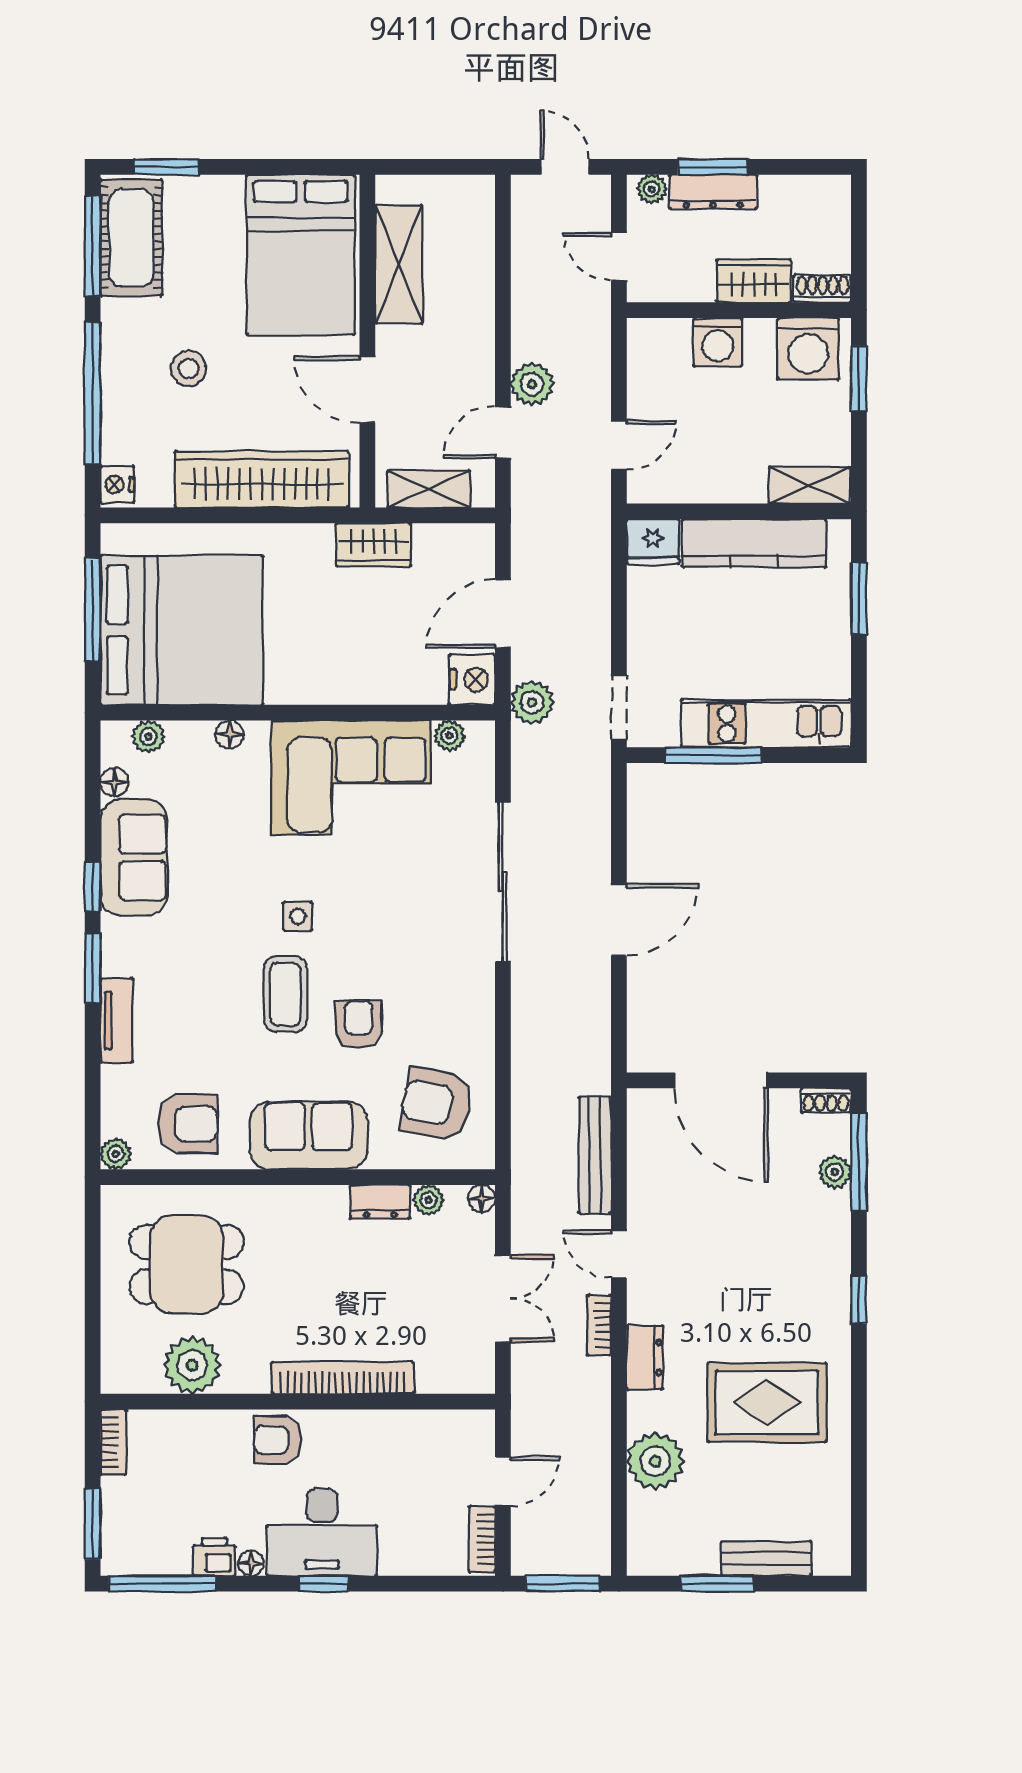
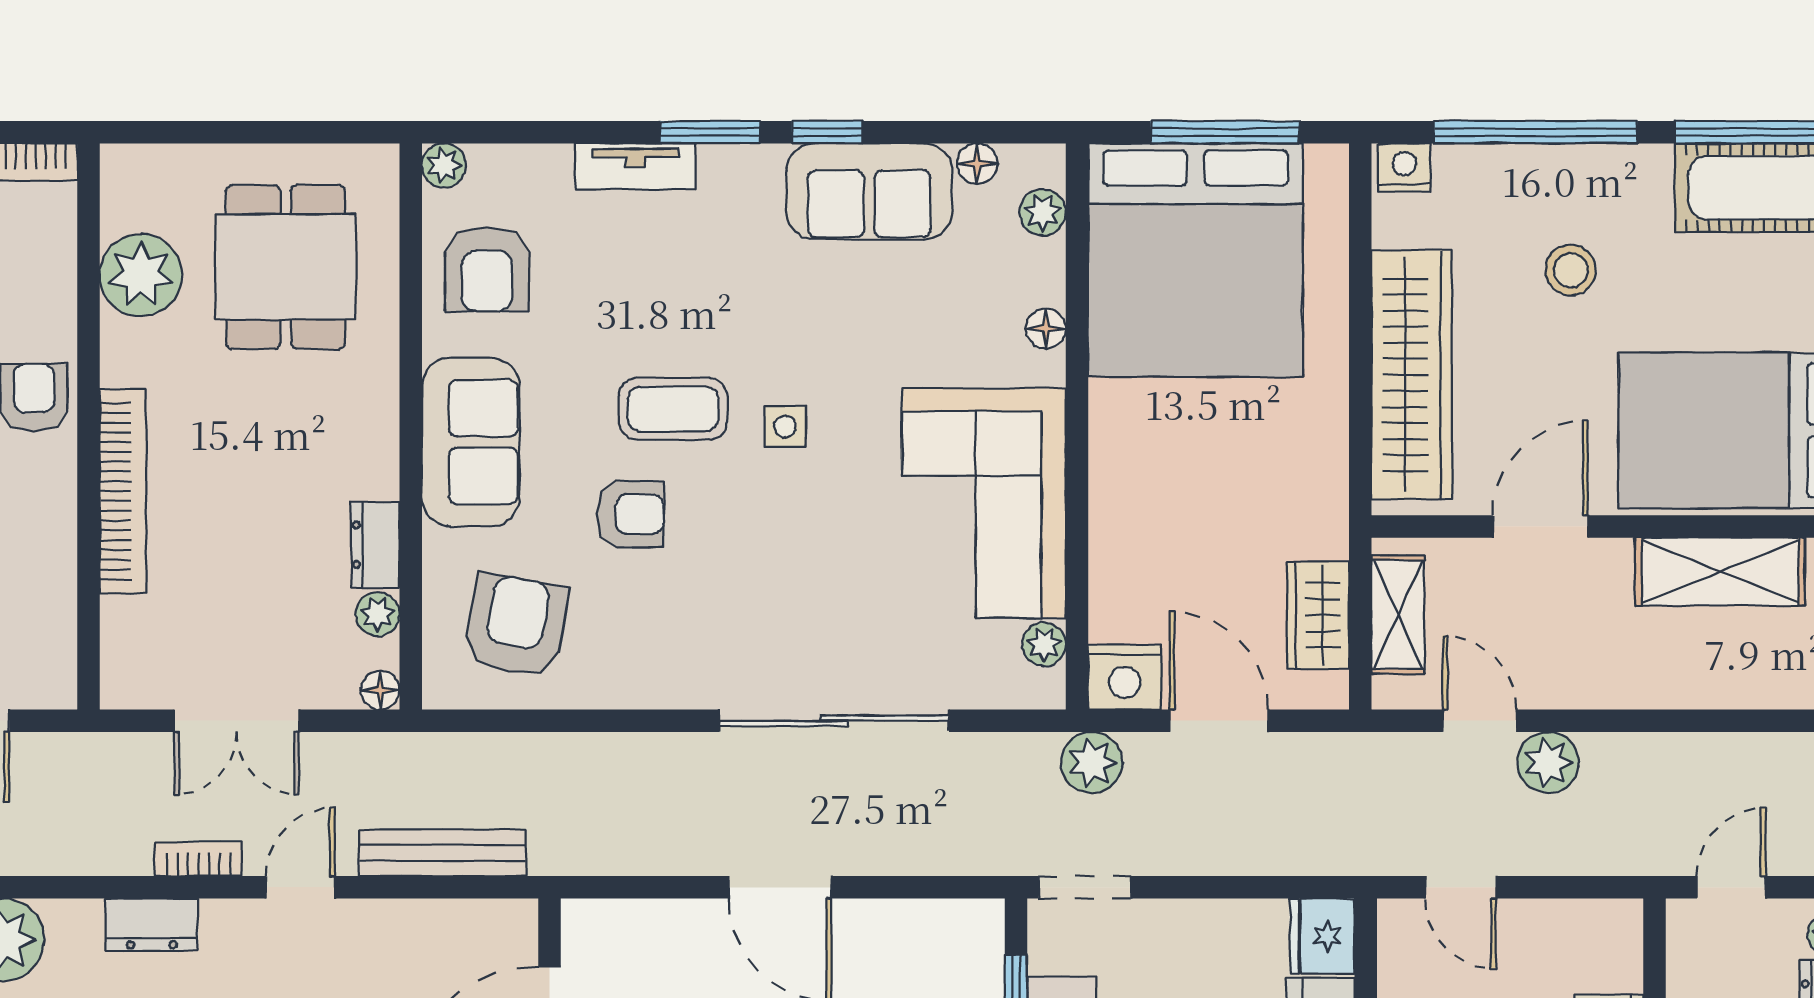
wardrobe: (373, 545) -> (1318, 615), moved

